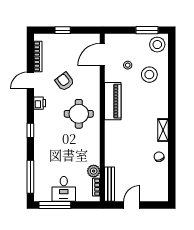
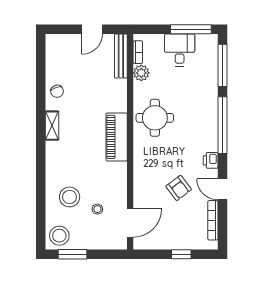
door: (30, 80) -> (223, 189), swing flipped
piano: (113, 101) -> (117, 137), moved
round table: (79, 114) -> (155, 118), moved
window: (30, 130) -> (223, 125), width x3.17

